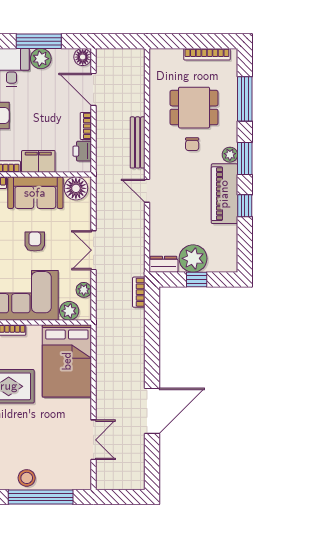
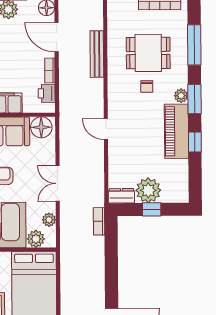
bench: (138, 142) -> (97, 54), moved

